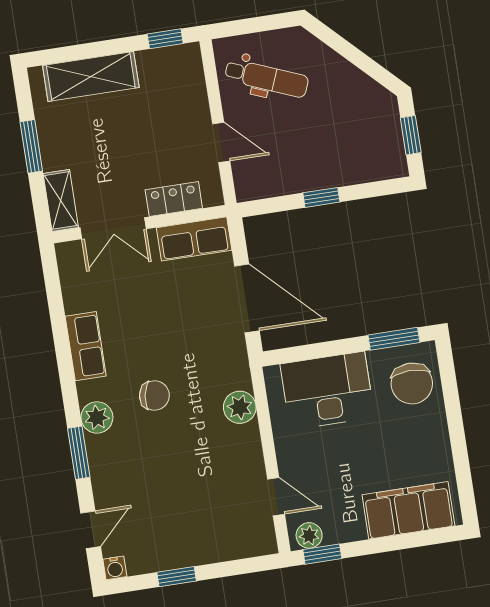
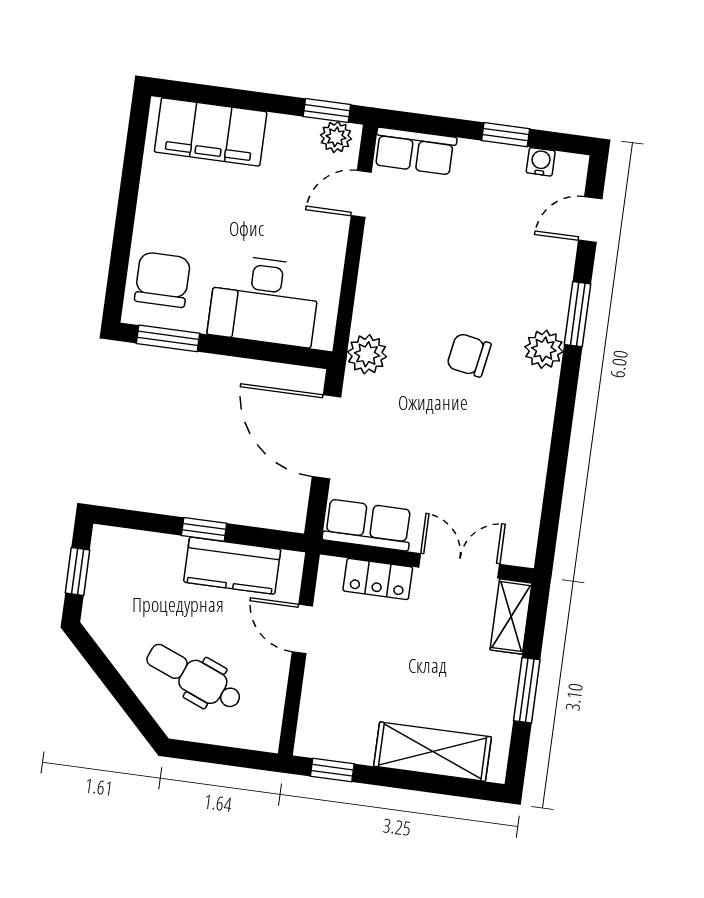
dental chair: (267, 78) -> (194, 677), moved
kitchen counter: (291, 176) -> (232, 566), added
row of seats: (86, 346) -> (415, 151), moved, turned -90
plant: (240, 407) -> (367, 354), moved
door: (276, 497) -> (361, 194), hinge flipped
water cooler: (115, 568) -> (541, 162), moved

